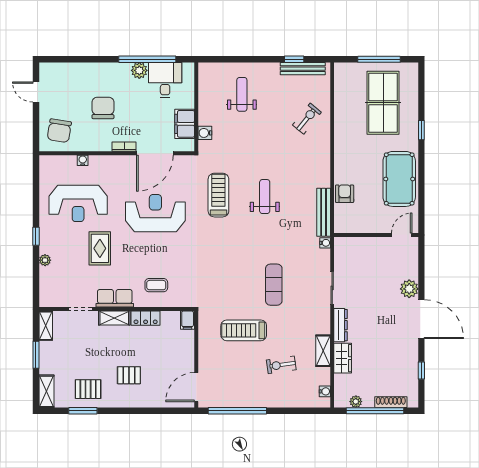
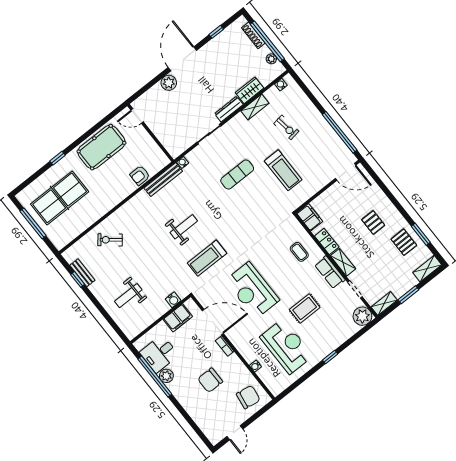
bench: (303, 69) -> (82, 273), width x0.73
weight bench: (265, 197) -> (184, 227), turned 180
plant: (45, 260) -> (362, 316), moved, width x1.88, depth x1.88
filing cabinet: (188, 320) -> (310, 217), width x2.00

